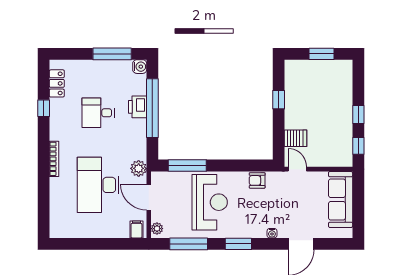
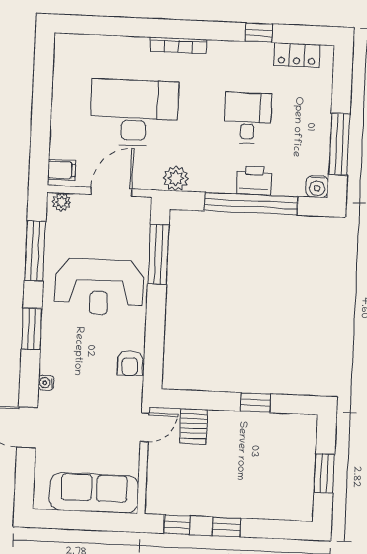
plant: (139, 168) -> (176, 178), moved
armchair: (257, 180) -> (130, 363), turned 180

